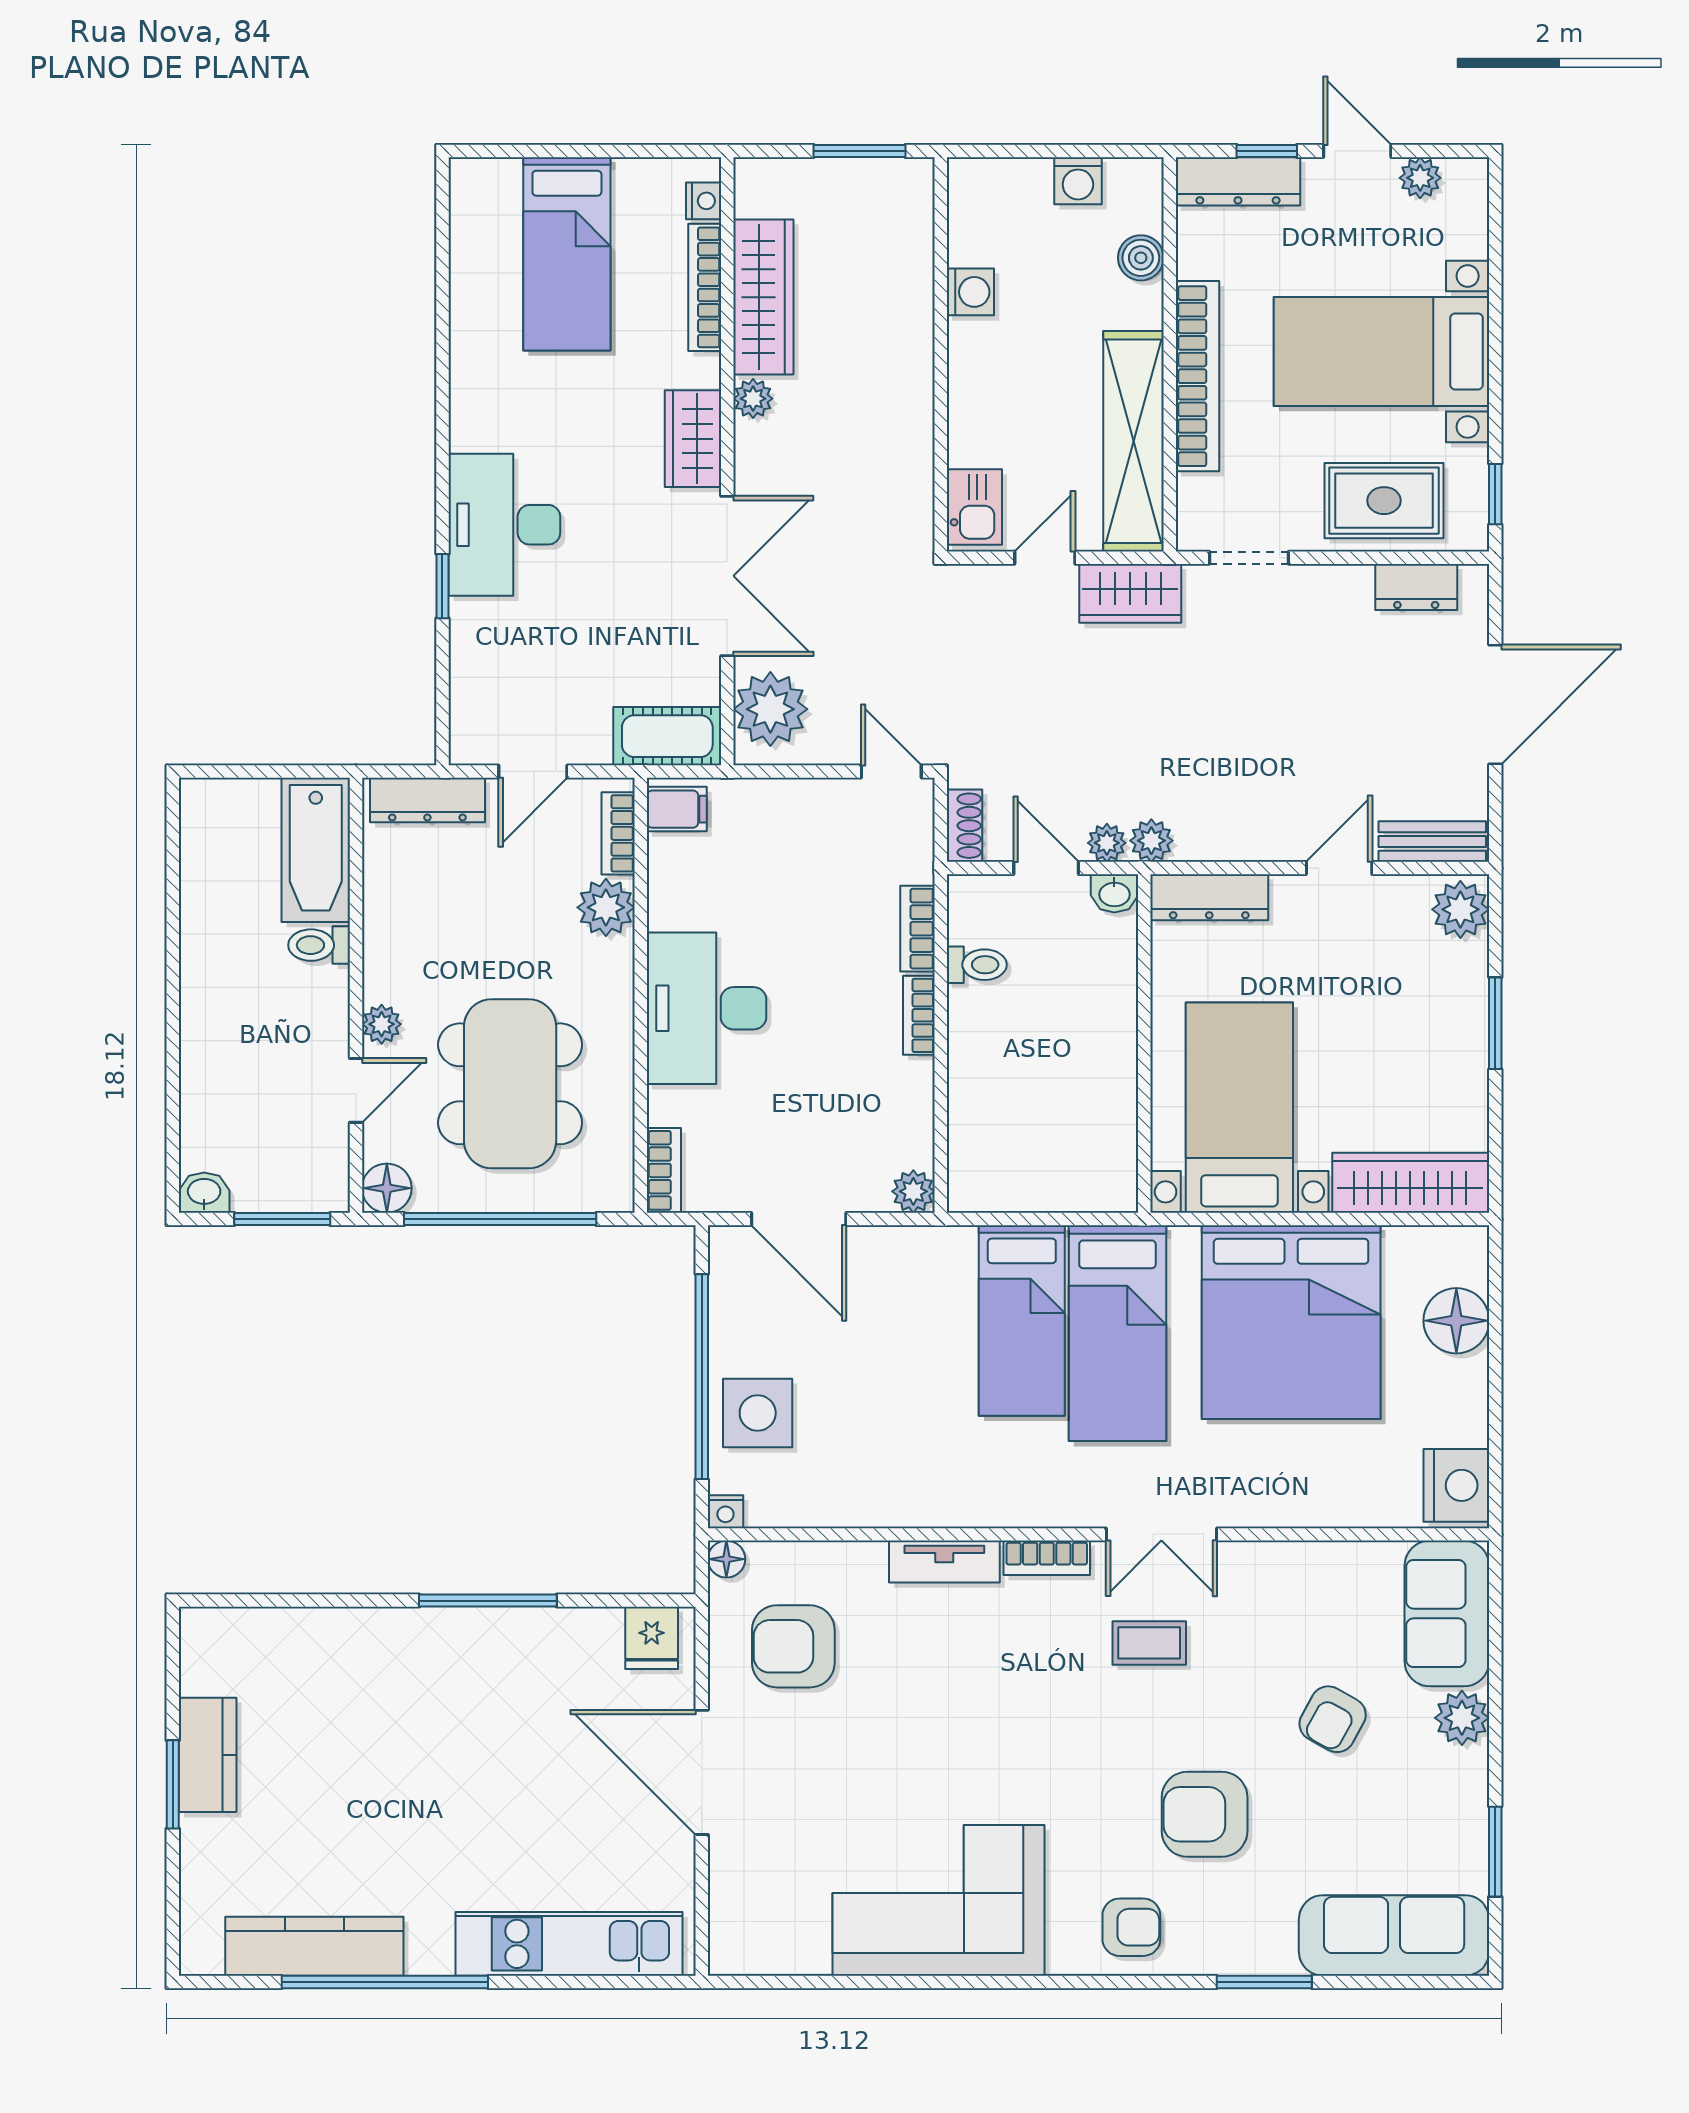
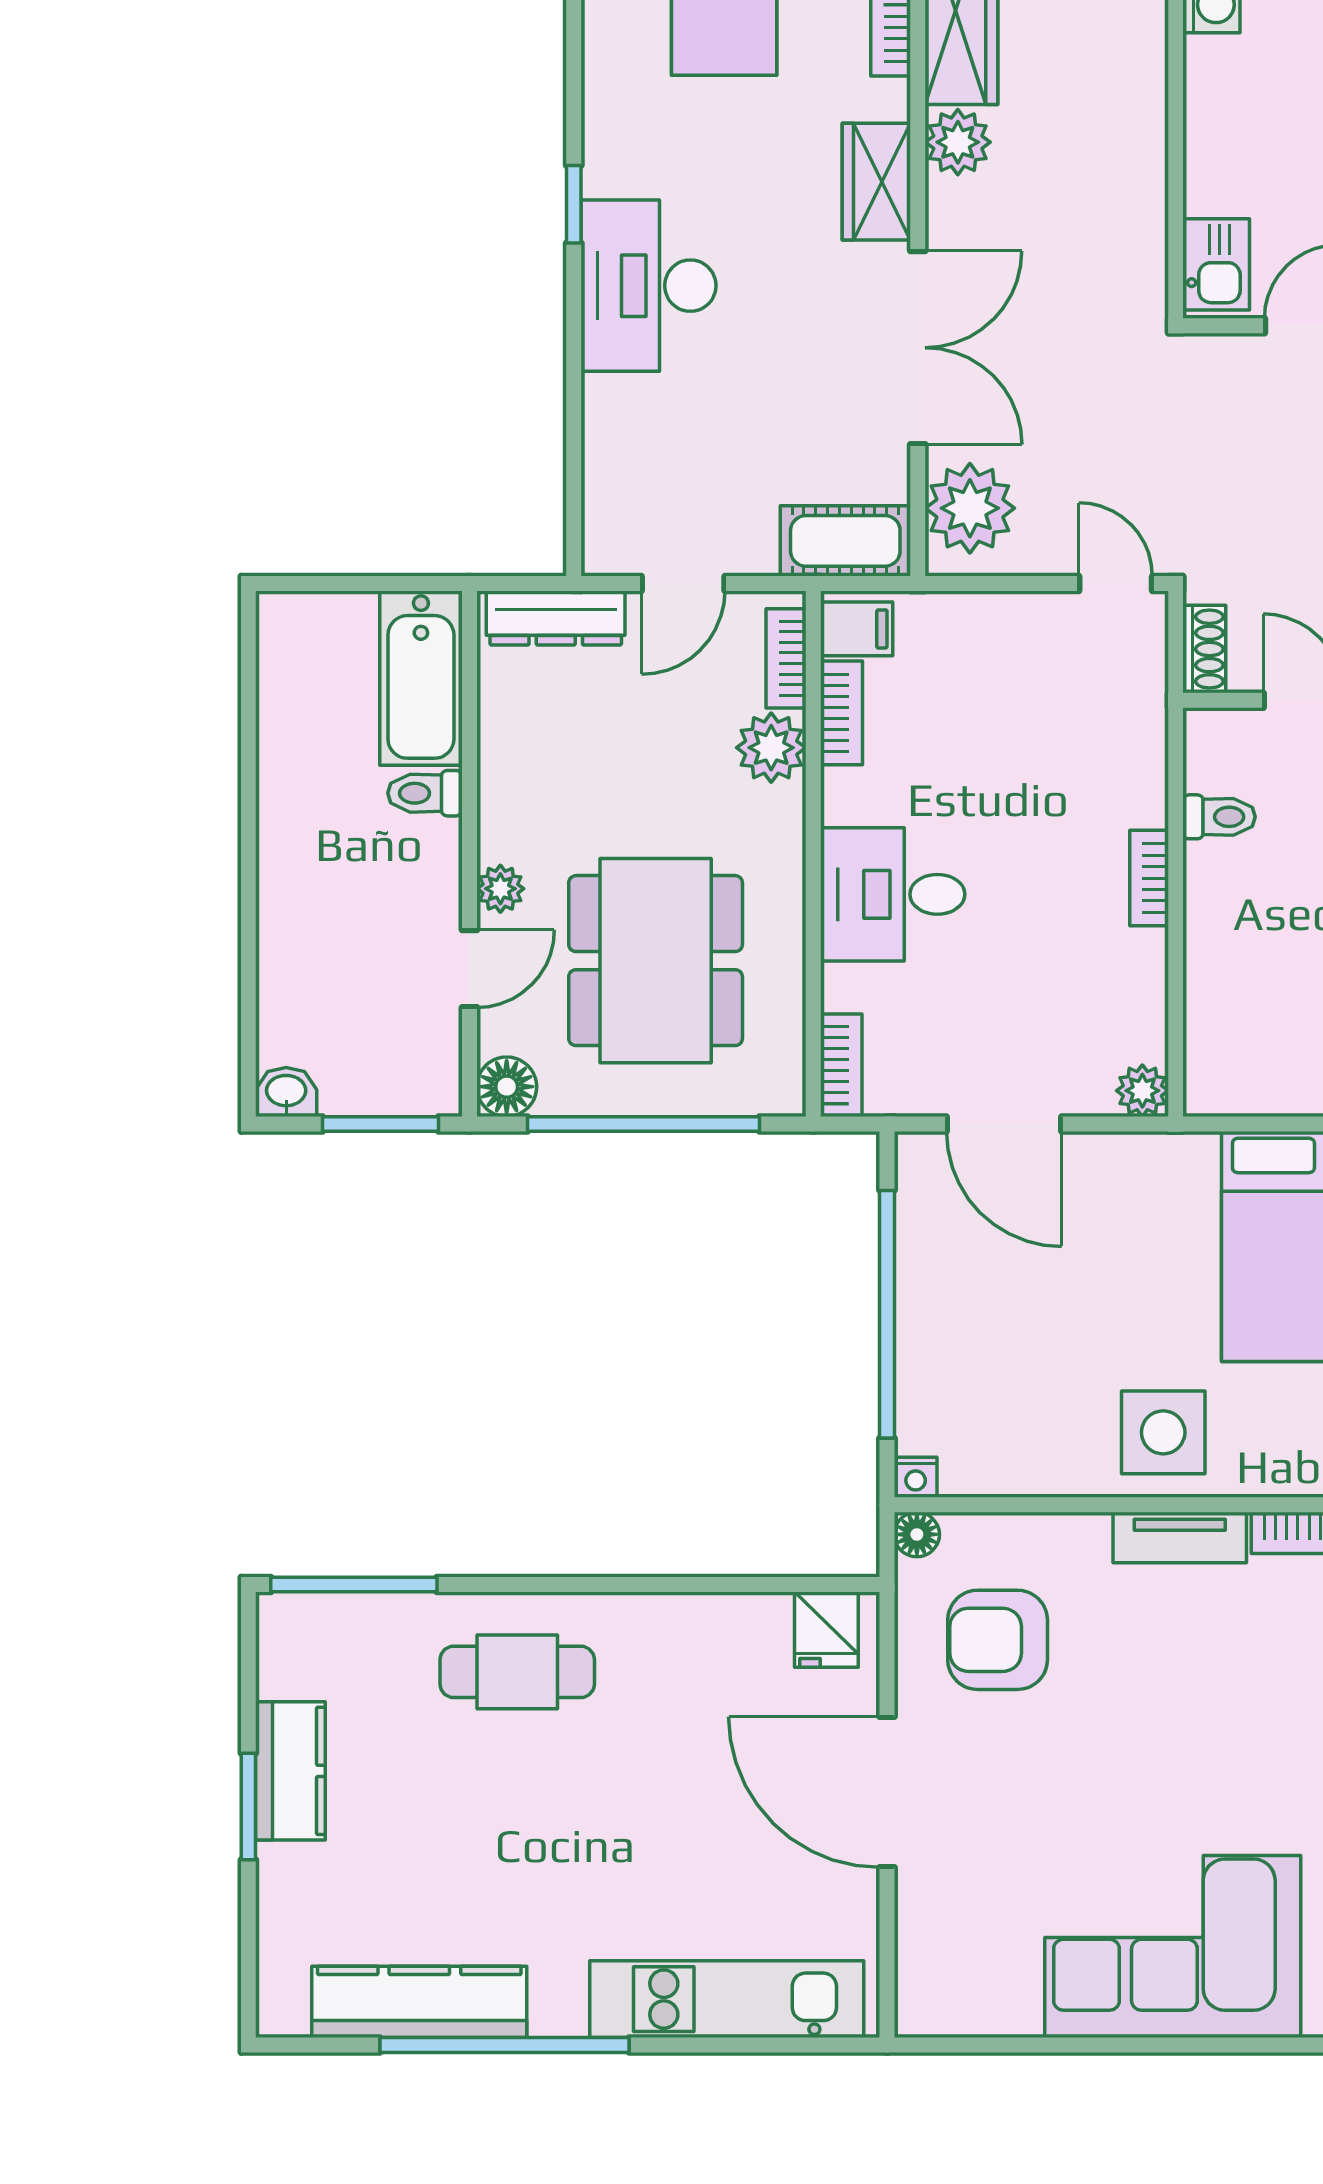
plant: (753, 399) -> (958, 142), width x1.38, depth x1.38
window: (442, 586) -> (574, 204), moved
bookcase: (918, 929) -> (841, 713), moved, turned 180
desk: (707, 1008) -> (893, 894), width x0.73
side table: (758, 1413) -> (1163, 1432), moved
window: (488, 1601) -> (354, 1584), moved
cafe table: (396, 1673) -> (517, 1672), added

